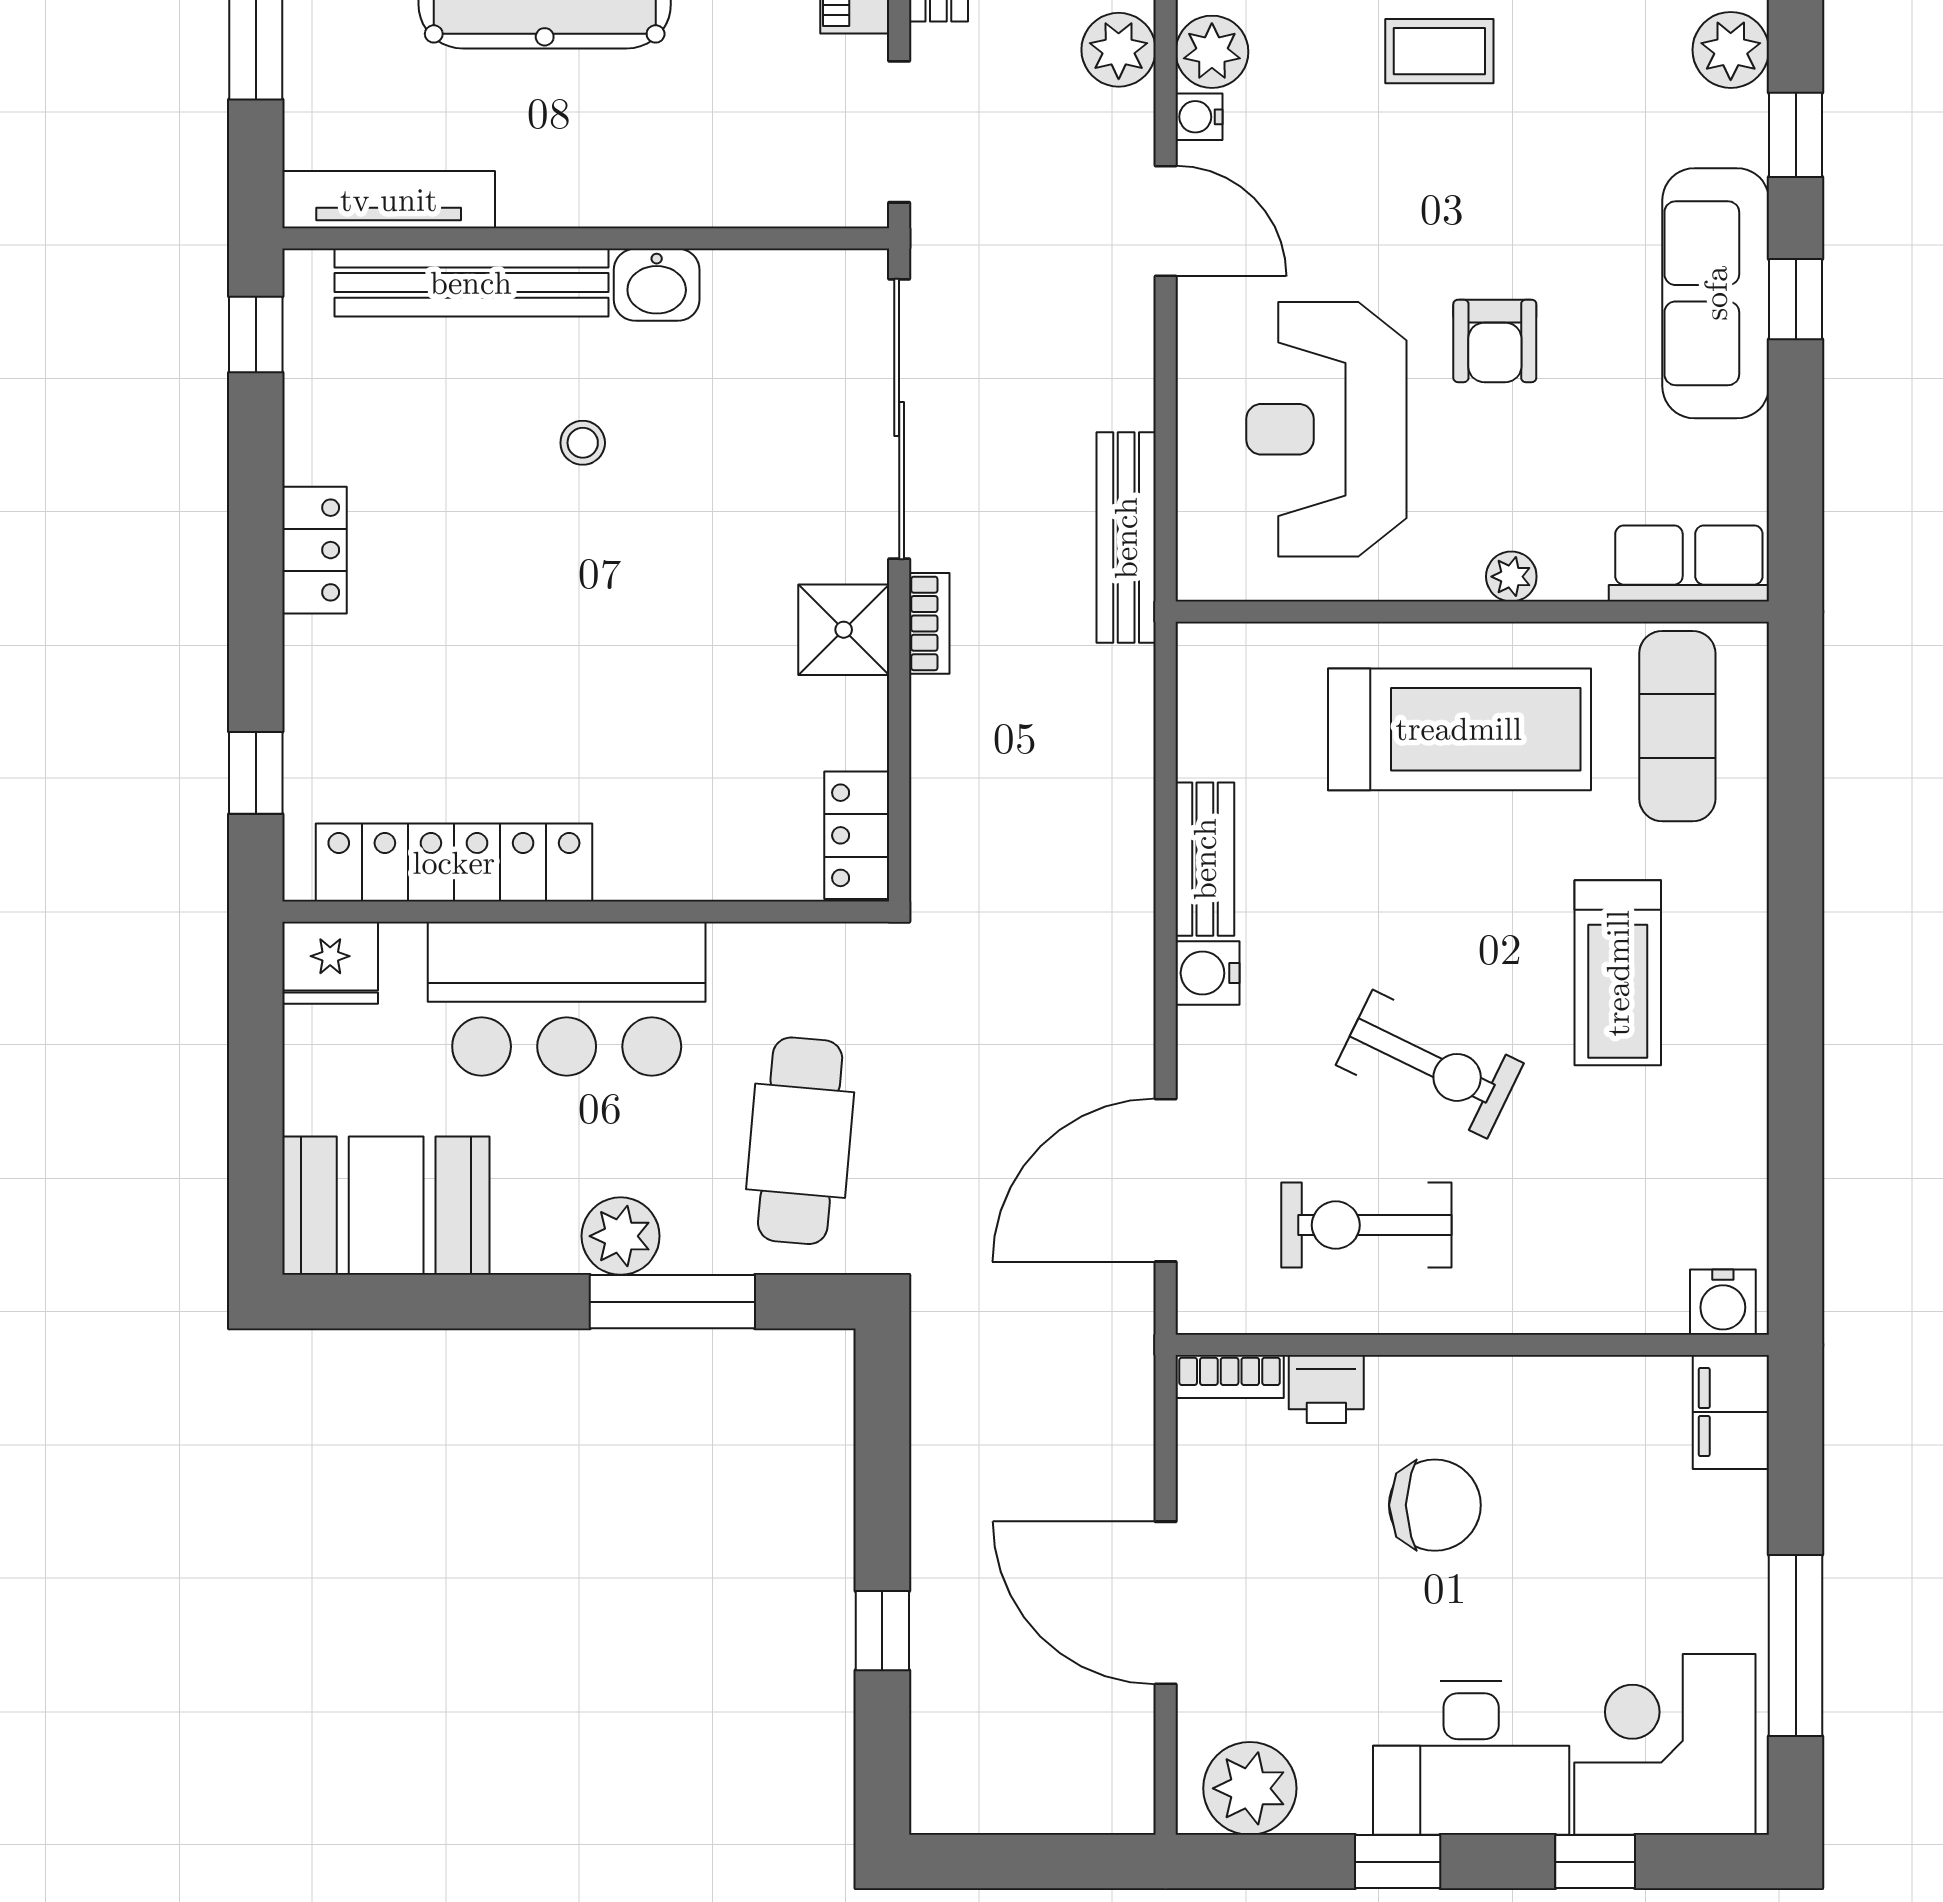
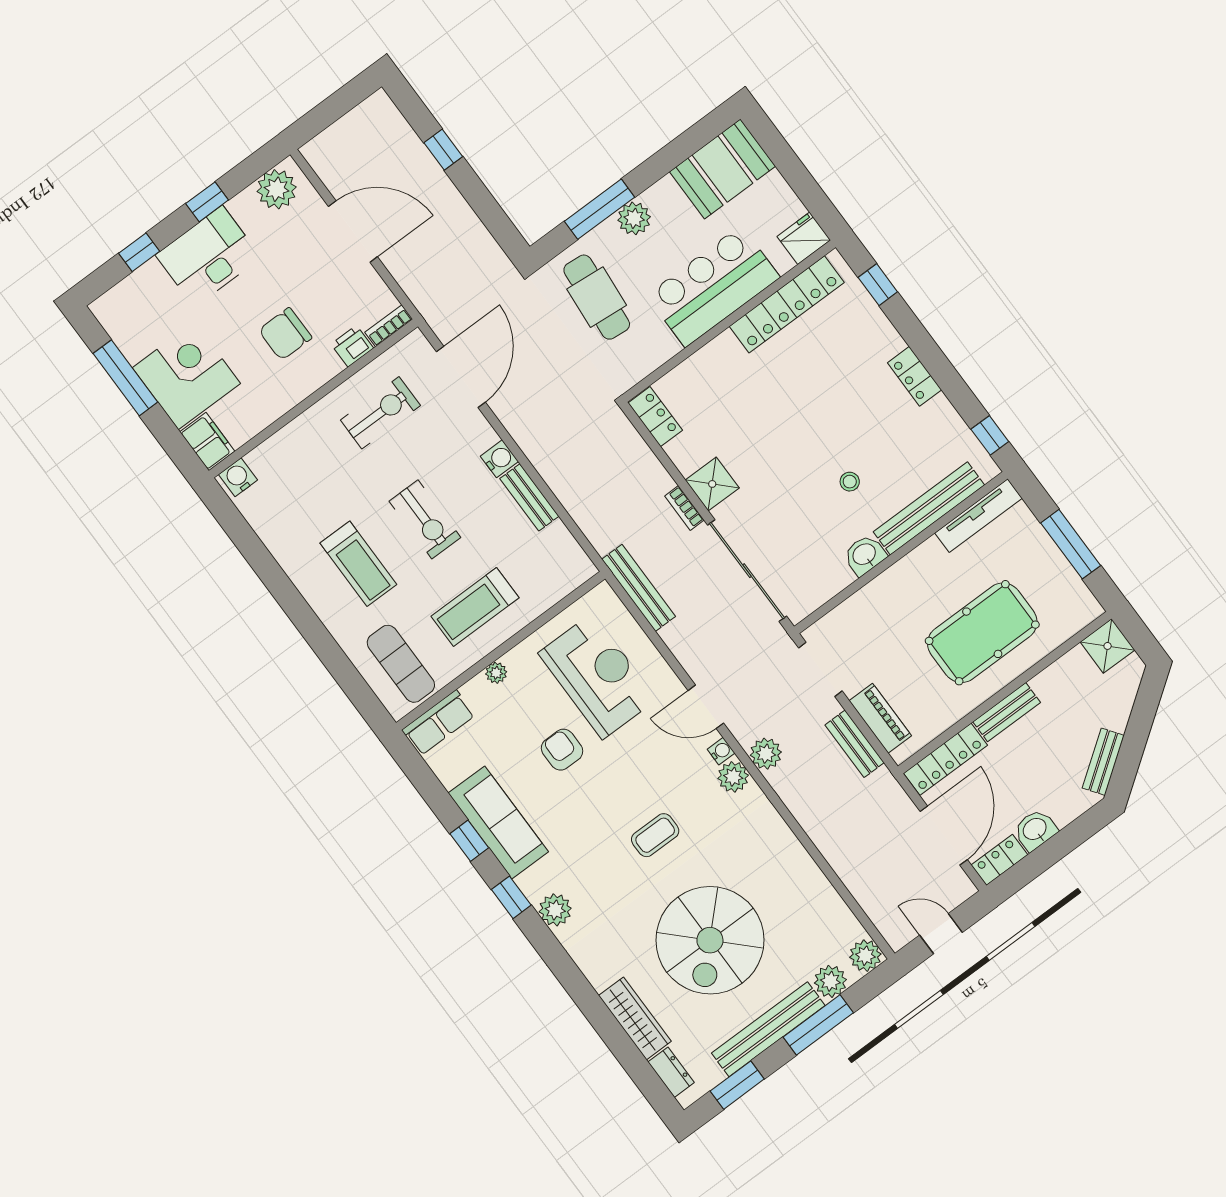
treadmill: (1459, 729) -> (475, 607), width x0.73, depth x0.73
treadmill: (1618, 973) -> (358, 564), turned 180
exercise bike: (1430, 1064) -> (425, 519), moved, turned -116
corner desk: (1665, 1744) -> (186, 376), moved, turned -90

